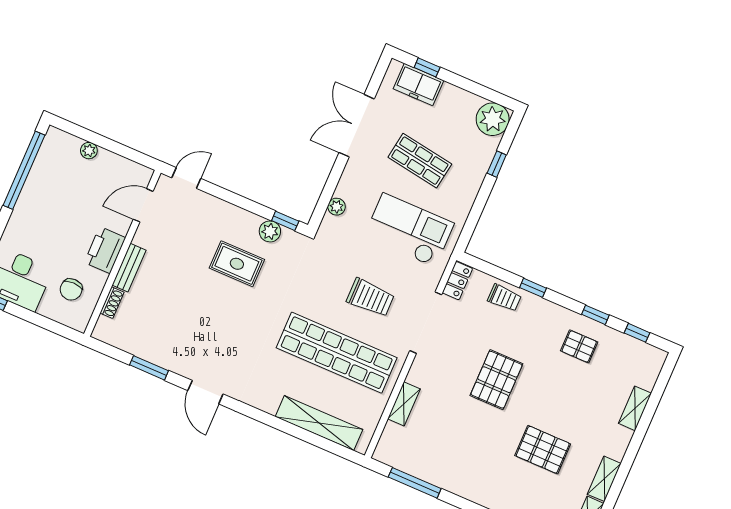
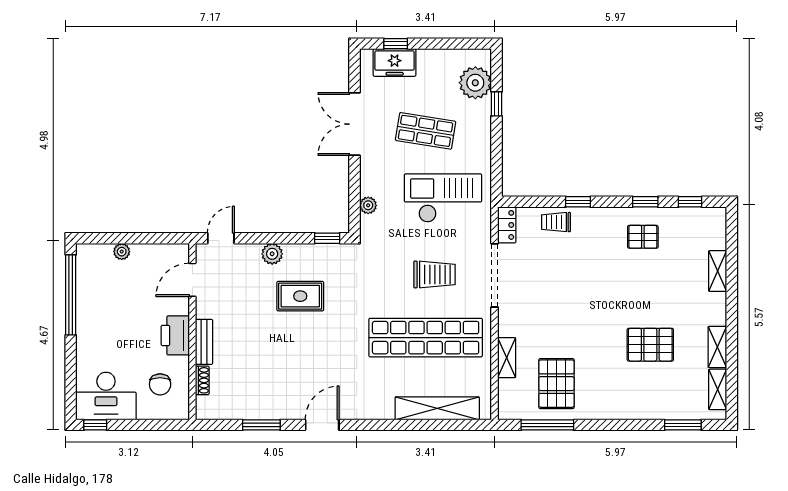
plant: (493, 119) -> (475, 83), moved
plant: (270, 231) -> (272, 254), moved
trolley: (504, 298) -> (556, 222), turned 180
pallet: (496, 380) -> (556, 384), moved
door: (205, 392) -> (322, 425), swing flipped

